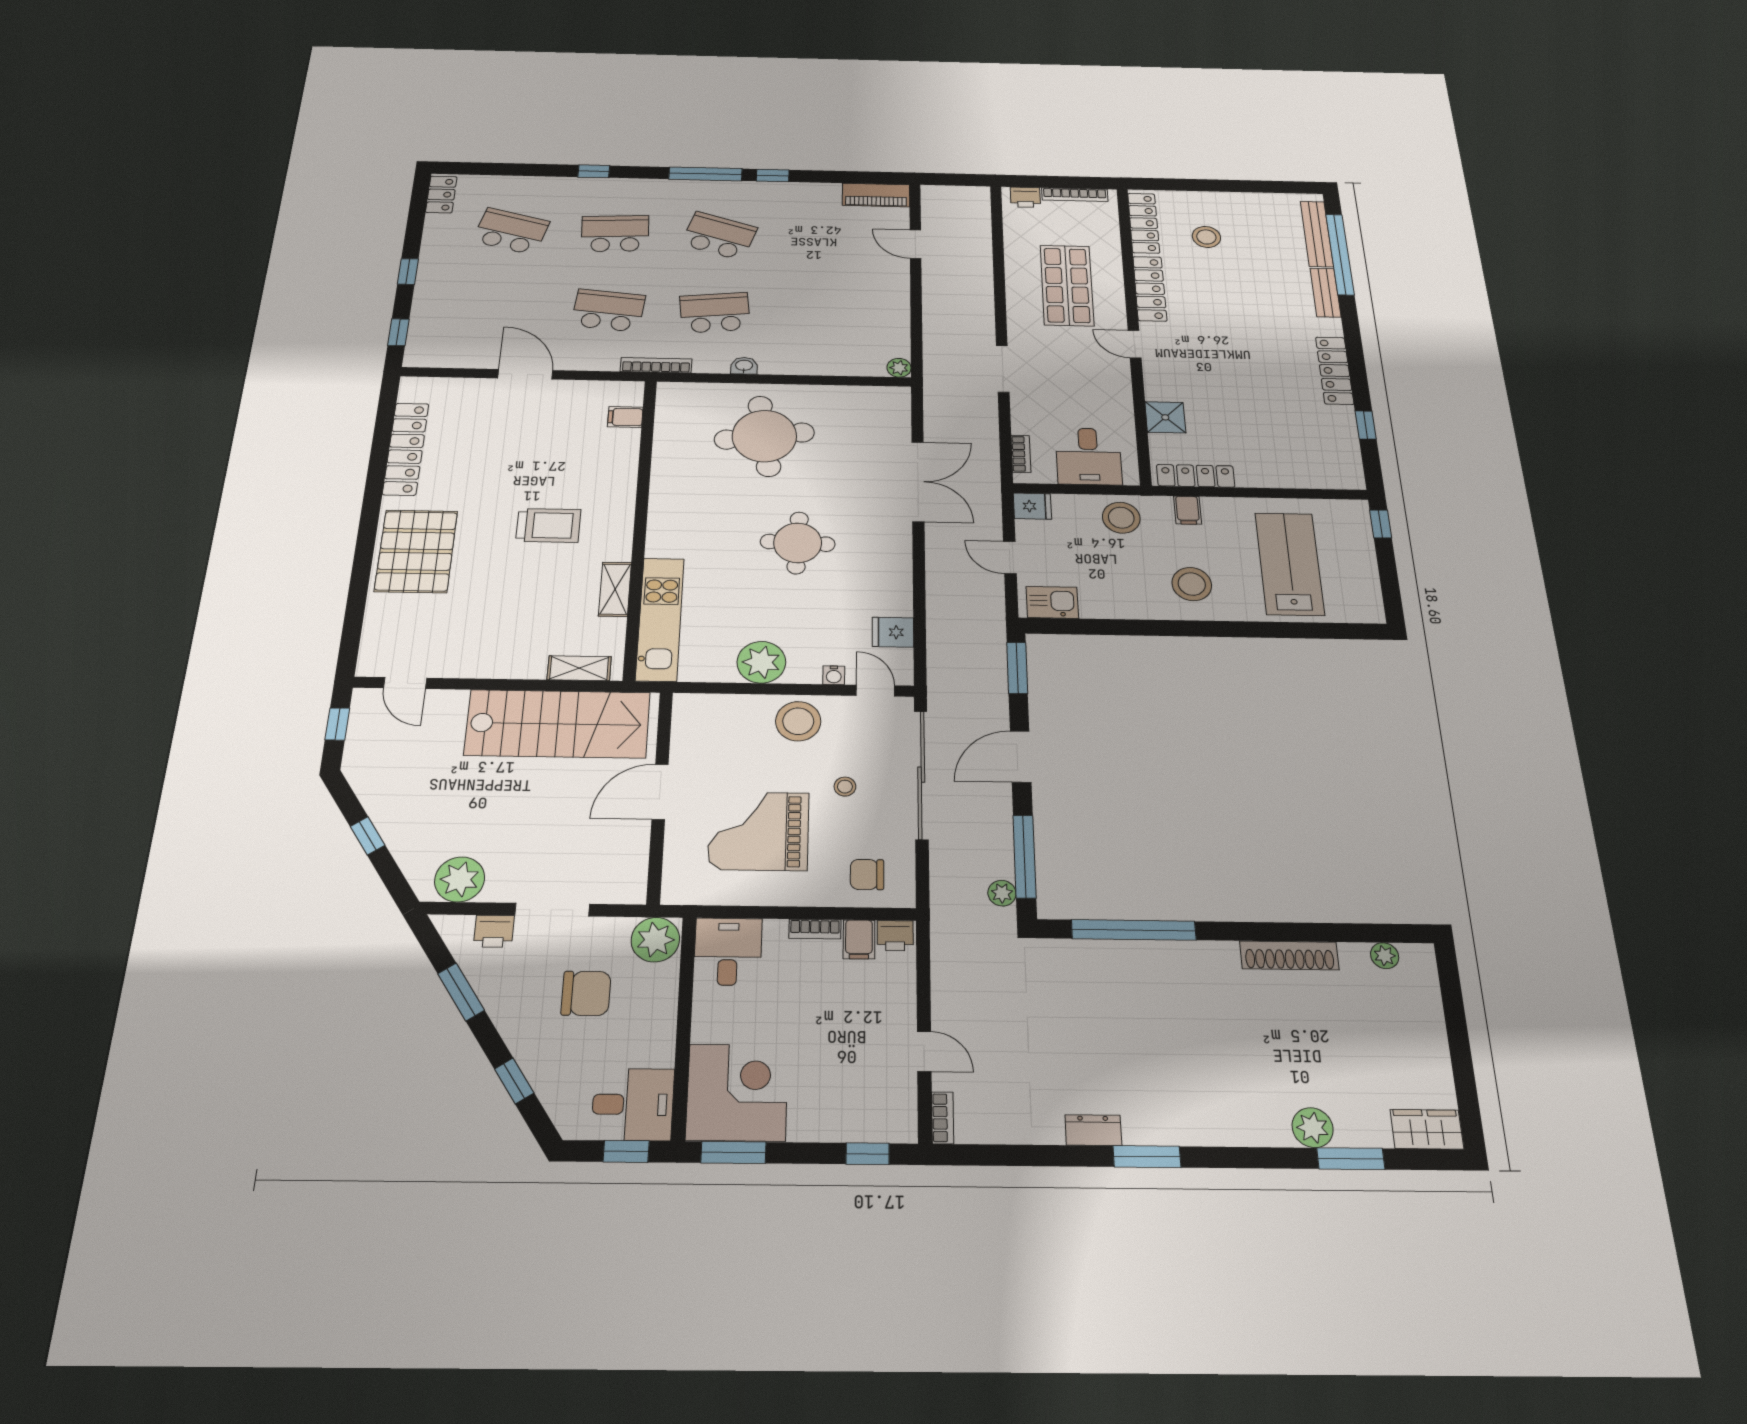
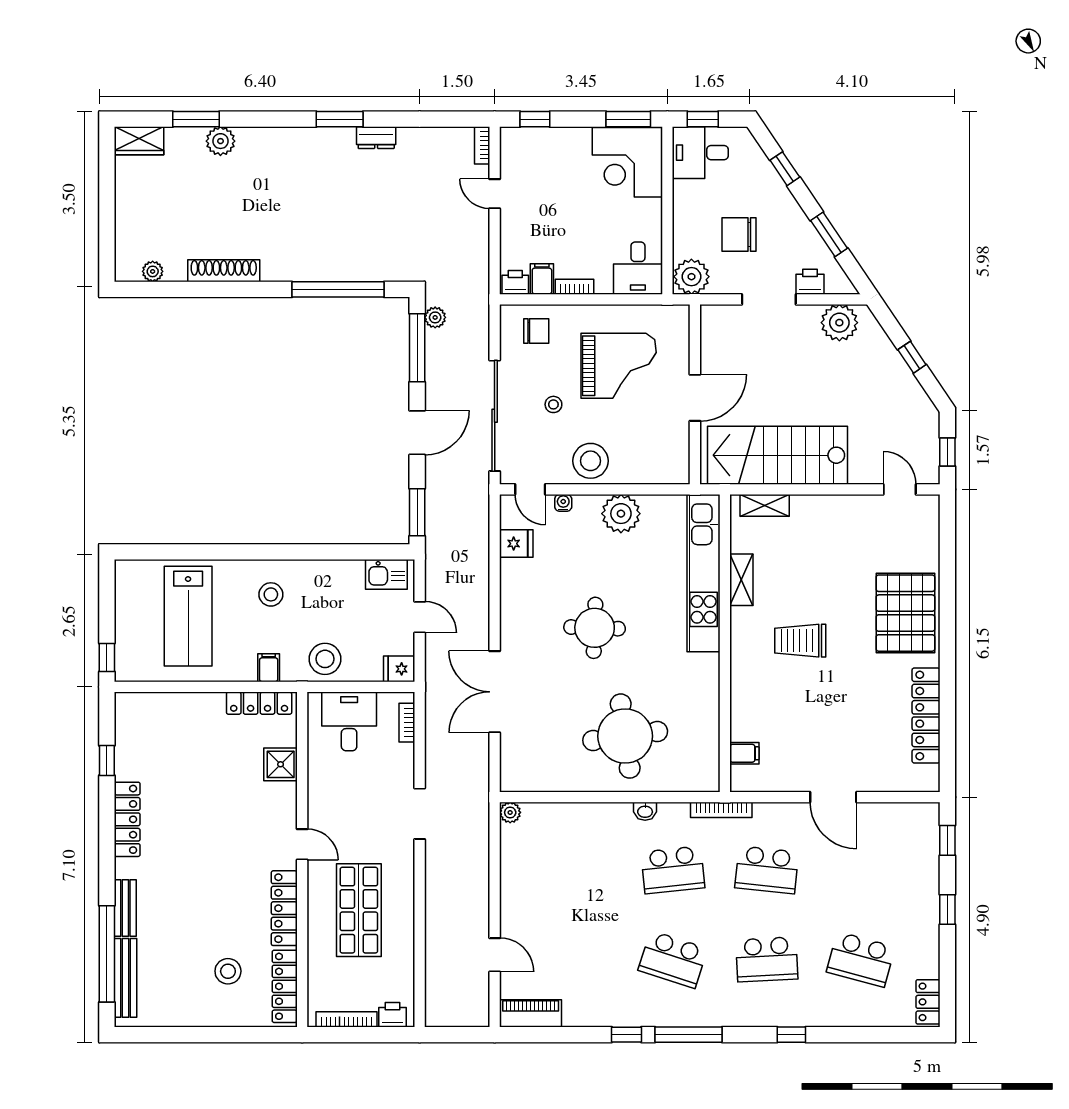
stool: (1192, 584) -> (271, 594), width x0.73, depth x0.73
kitchen unit: (660, 619) -> (704, 573), width x1.36

